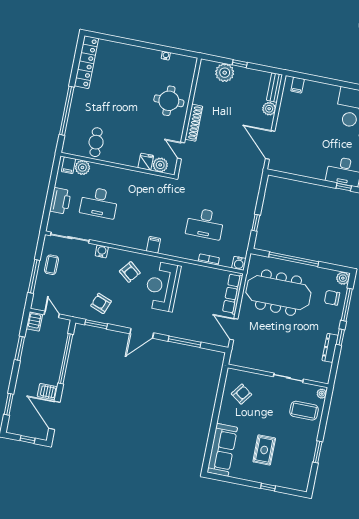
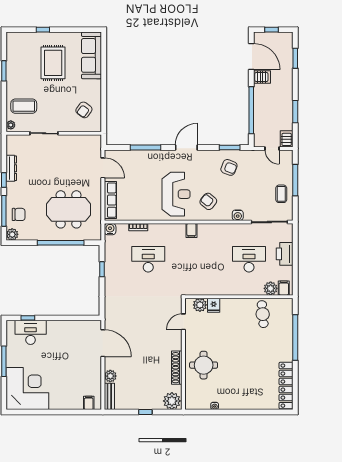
plant: (225, 73) -> (172, 401), moved
shoe rack: (194, 123) -> (177, 368), moved
door: (181, 151) -> (183, 322), swing flipped
meeting table: (278, 293) -> (69, 209), width x0.73
rug: (264, 450) -> (53, 63), width x1.36, depth x1.43

